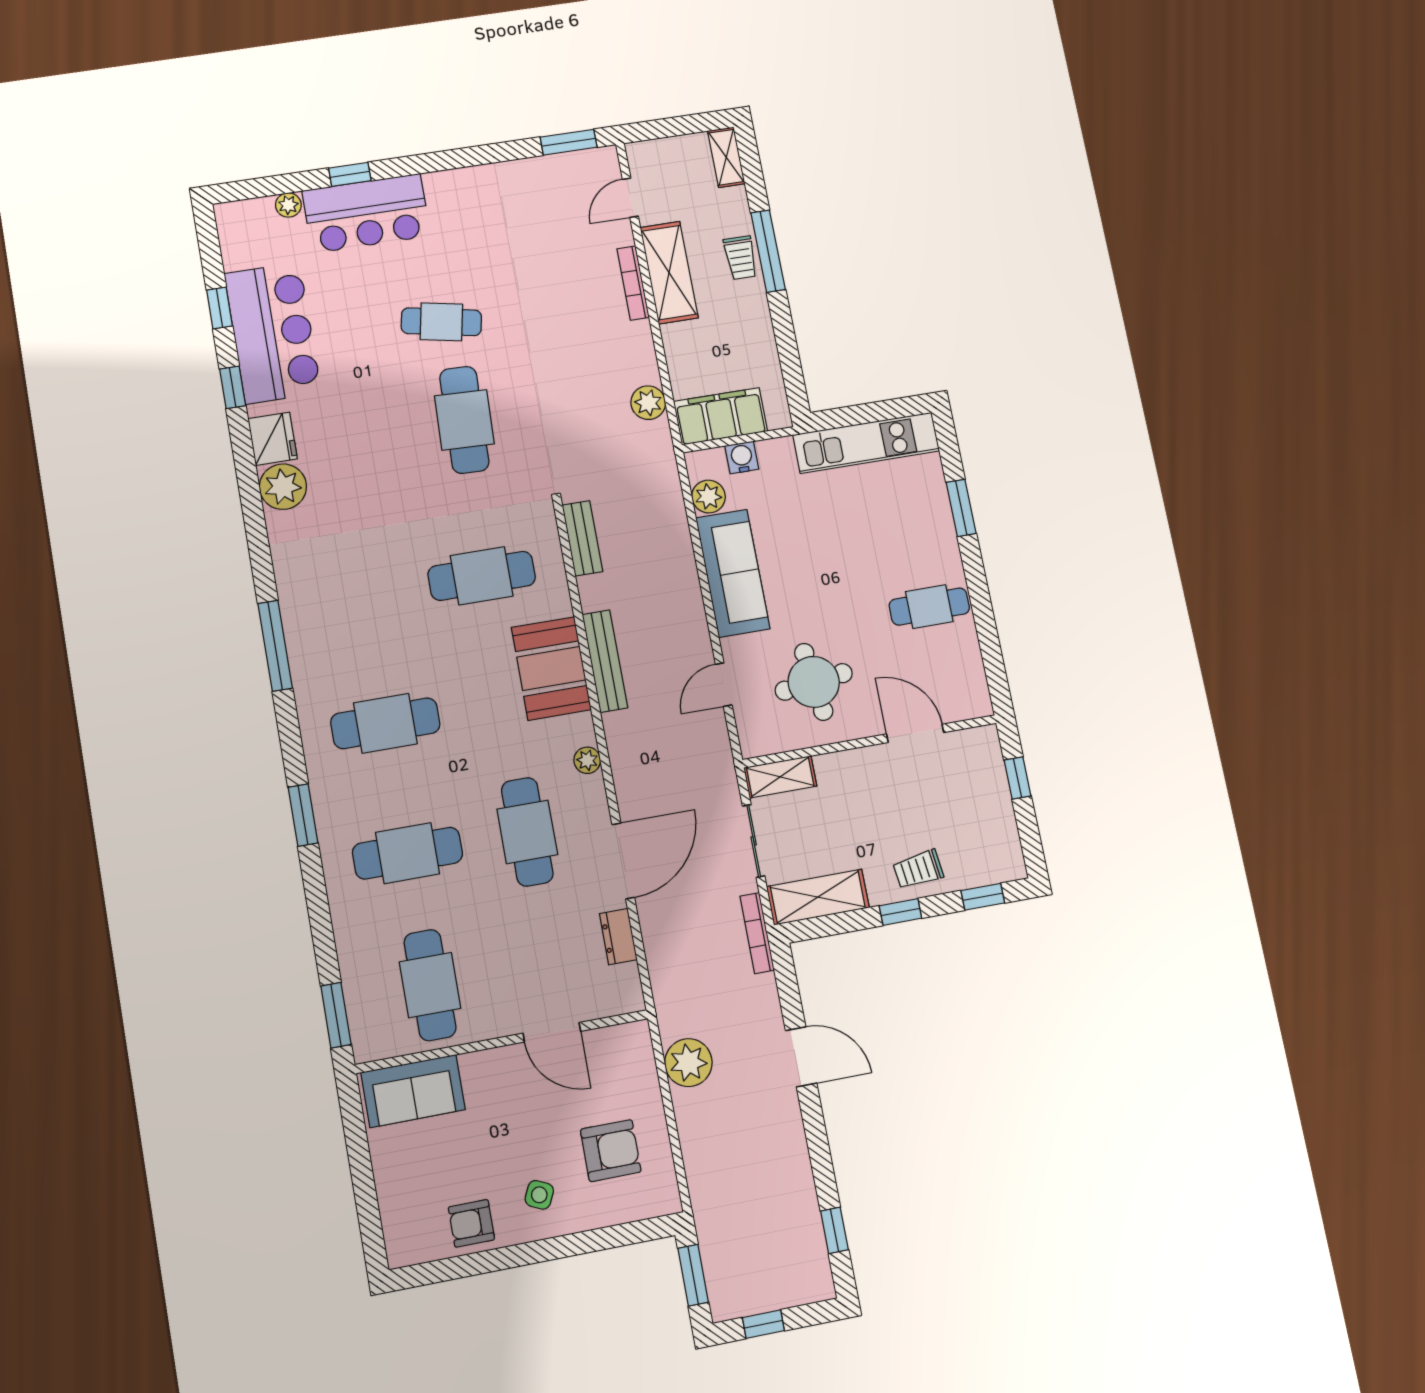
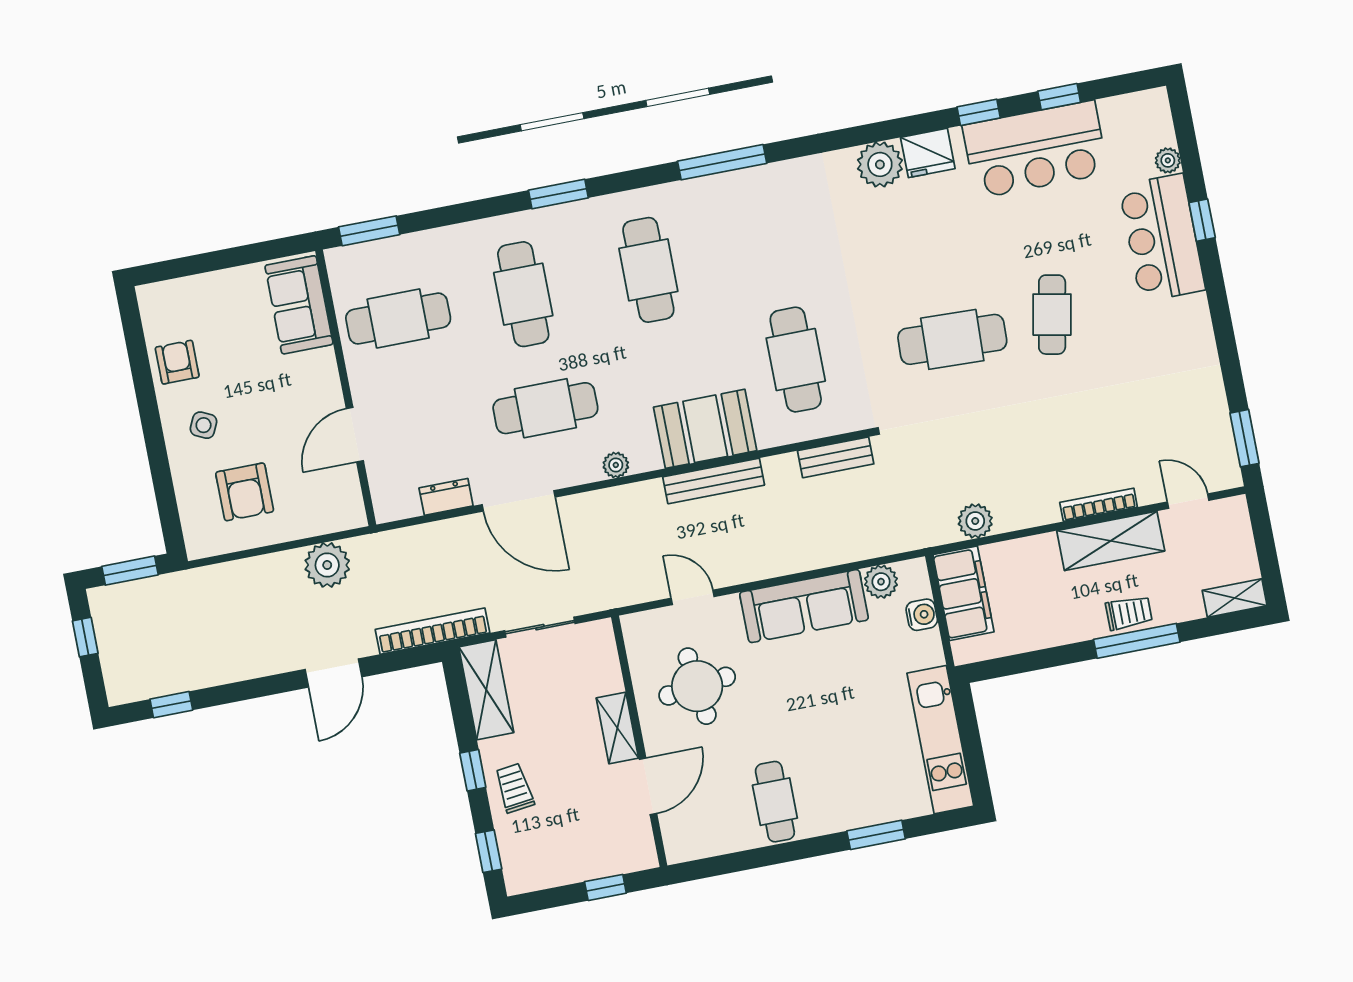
trolley: (740, 258) -> (1129, 613), turned 180
shelving: (780, 777) -> (617, 728), moved
bookcase: (757, 933) -> (432, 631), width x1.48, depth x1.31

